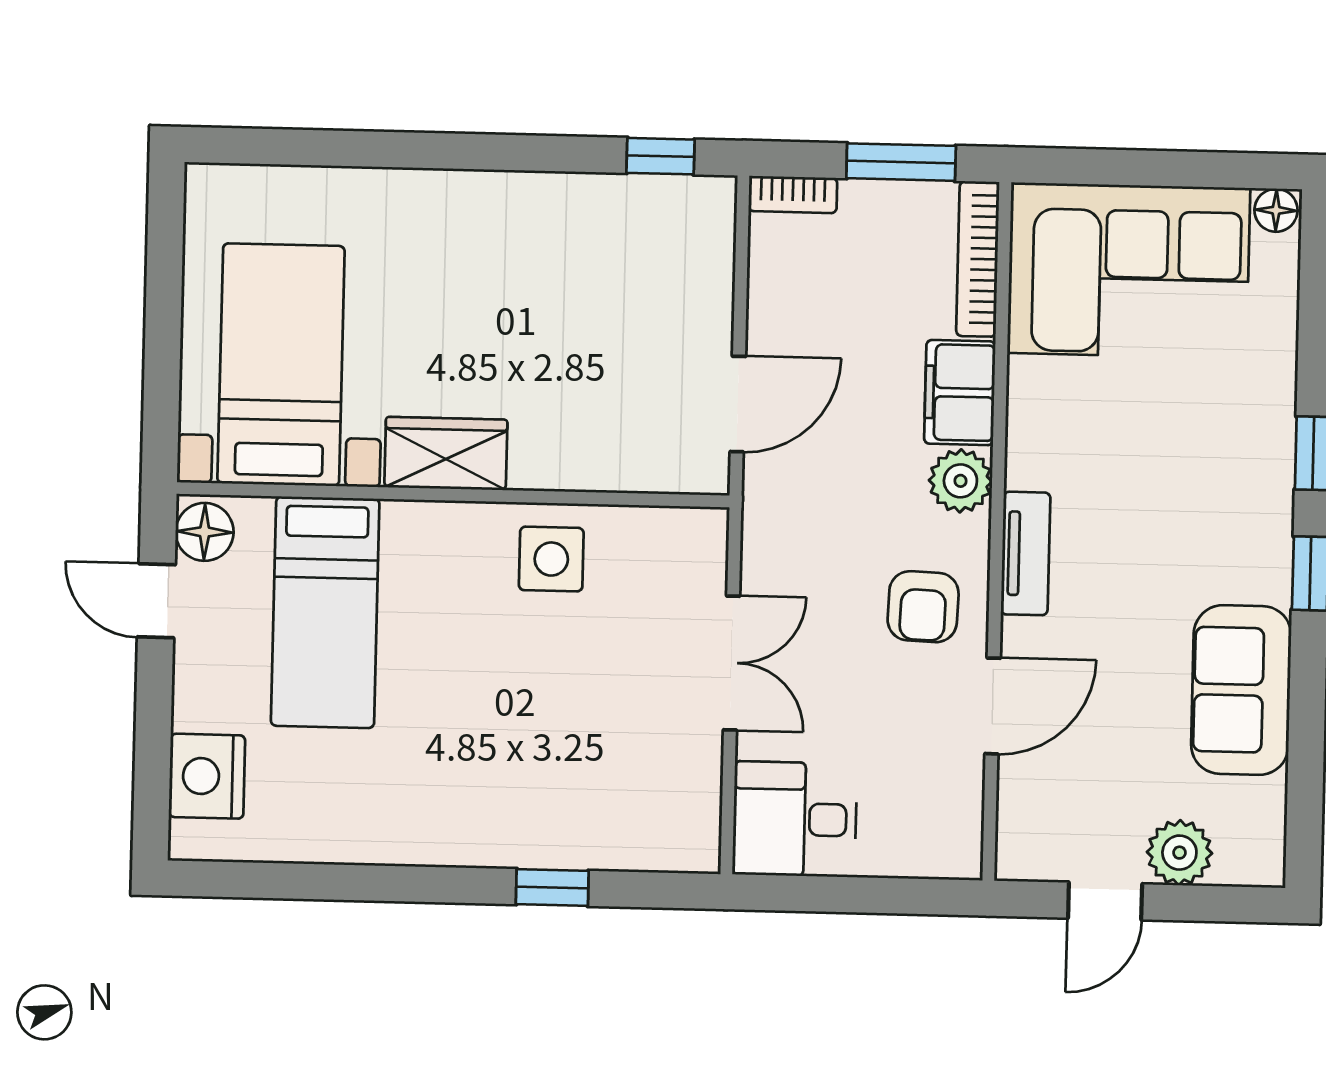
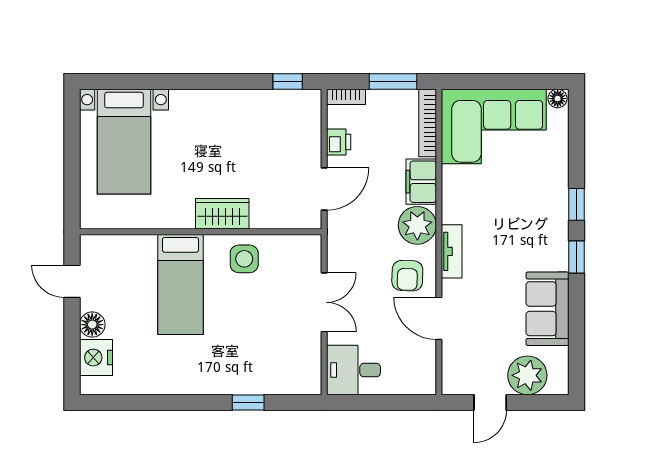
printer: (774, 297) -> (339, 142), added
bed with nightstands: (281, 365) -> (124, 142), moved, turned 180
wardrobe: (446, 453) -> (222, 214), moved
plant: (960, 481) -> (417, 225), width x1.36, depth x1.36
floor lamp: (205, 532) -> (92, 325), moved
bed: (325, 612) -> (180, 285), moved
door: (993, 706) -> (439, 318), swing flipped
plant: (1179, 853) -> (527, 375), width x1.36, depth x1.36

